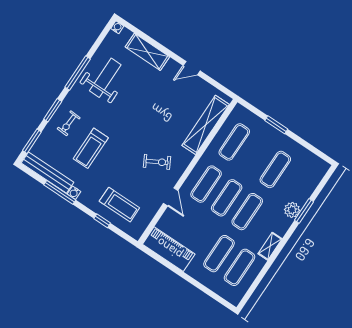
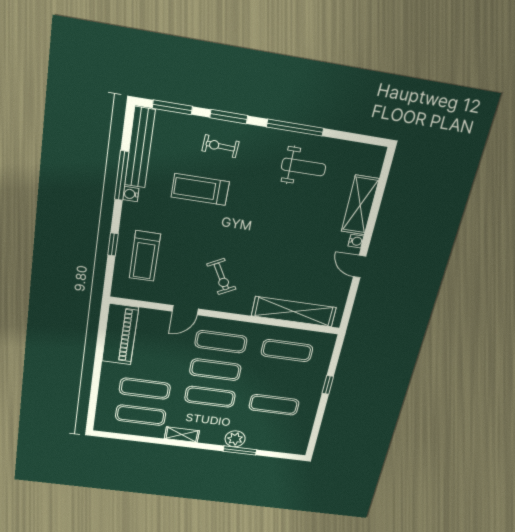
water cooler: (117, 27) -> (356, 241), moved
weight bench: (105, 78) -> (304, 167), width x0.73, depth x0.75
window: (276, 125) -> (328, 385), width x0.67

